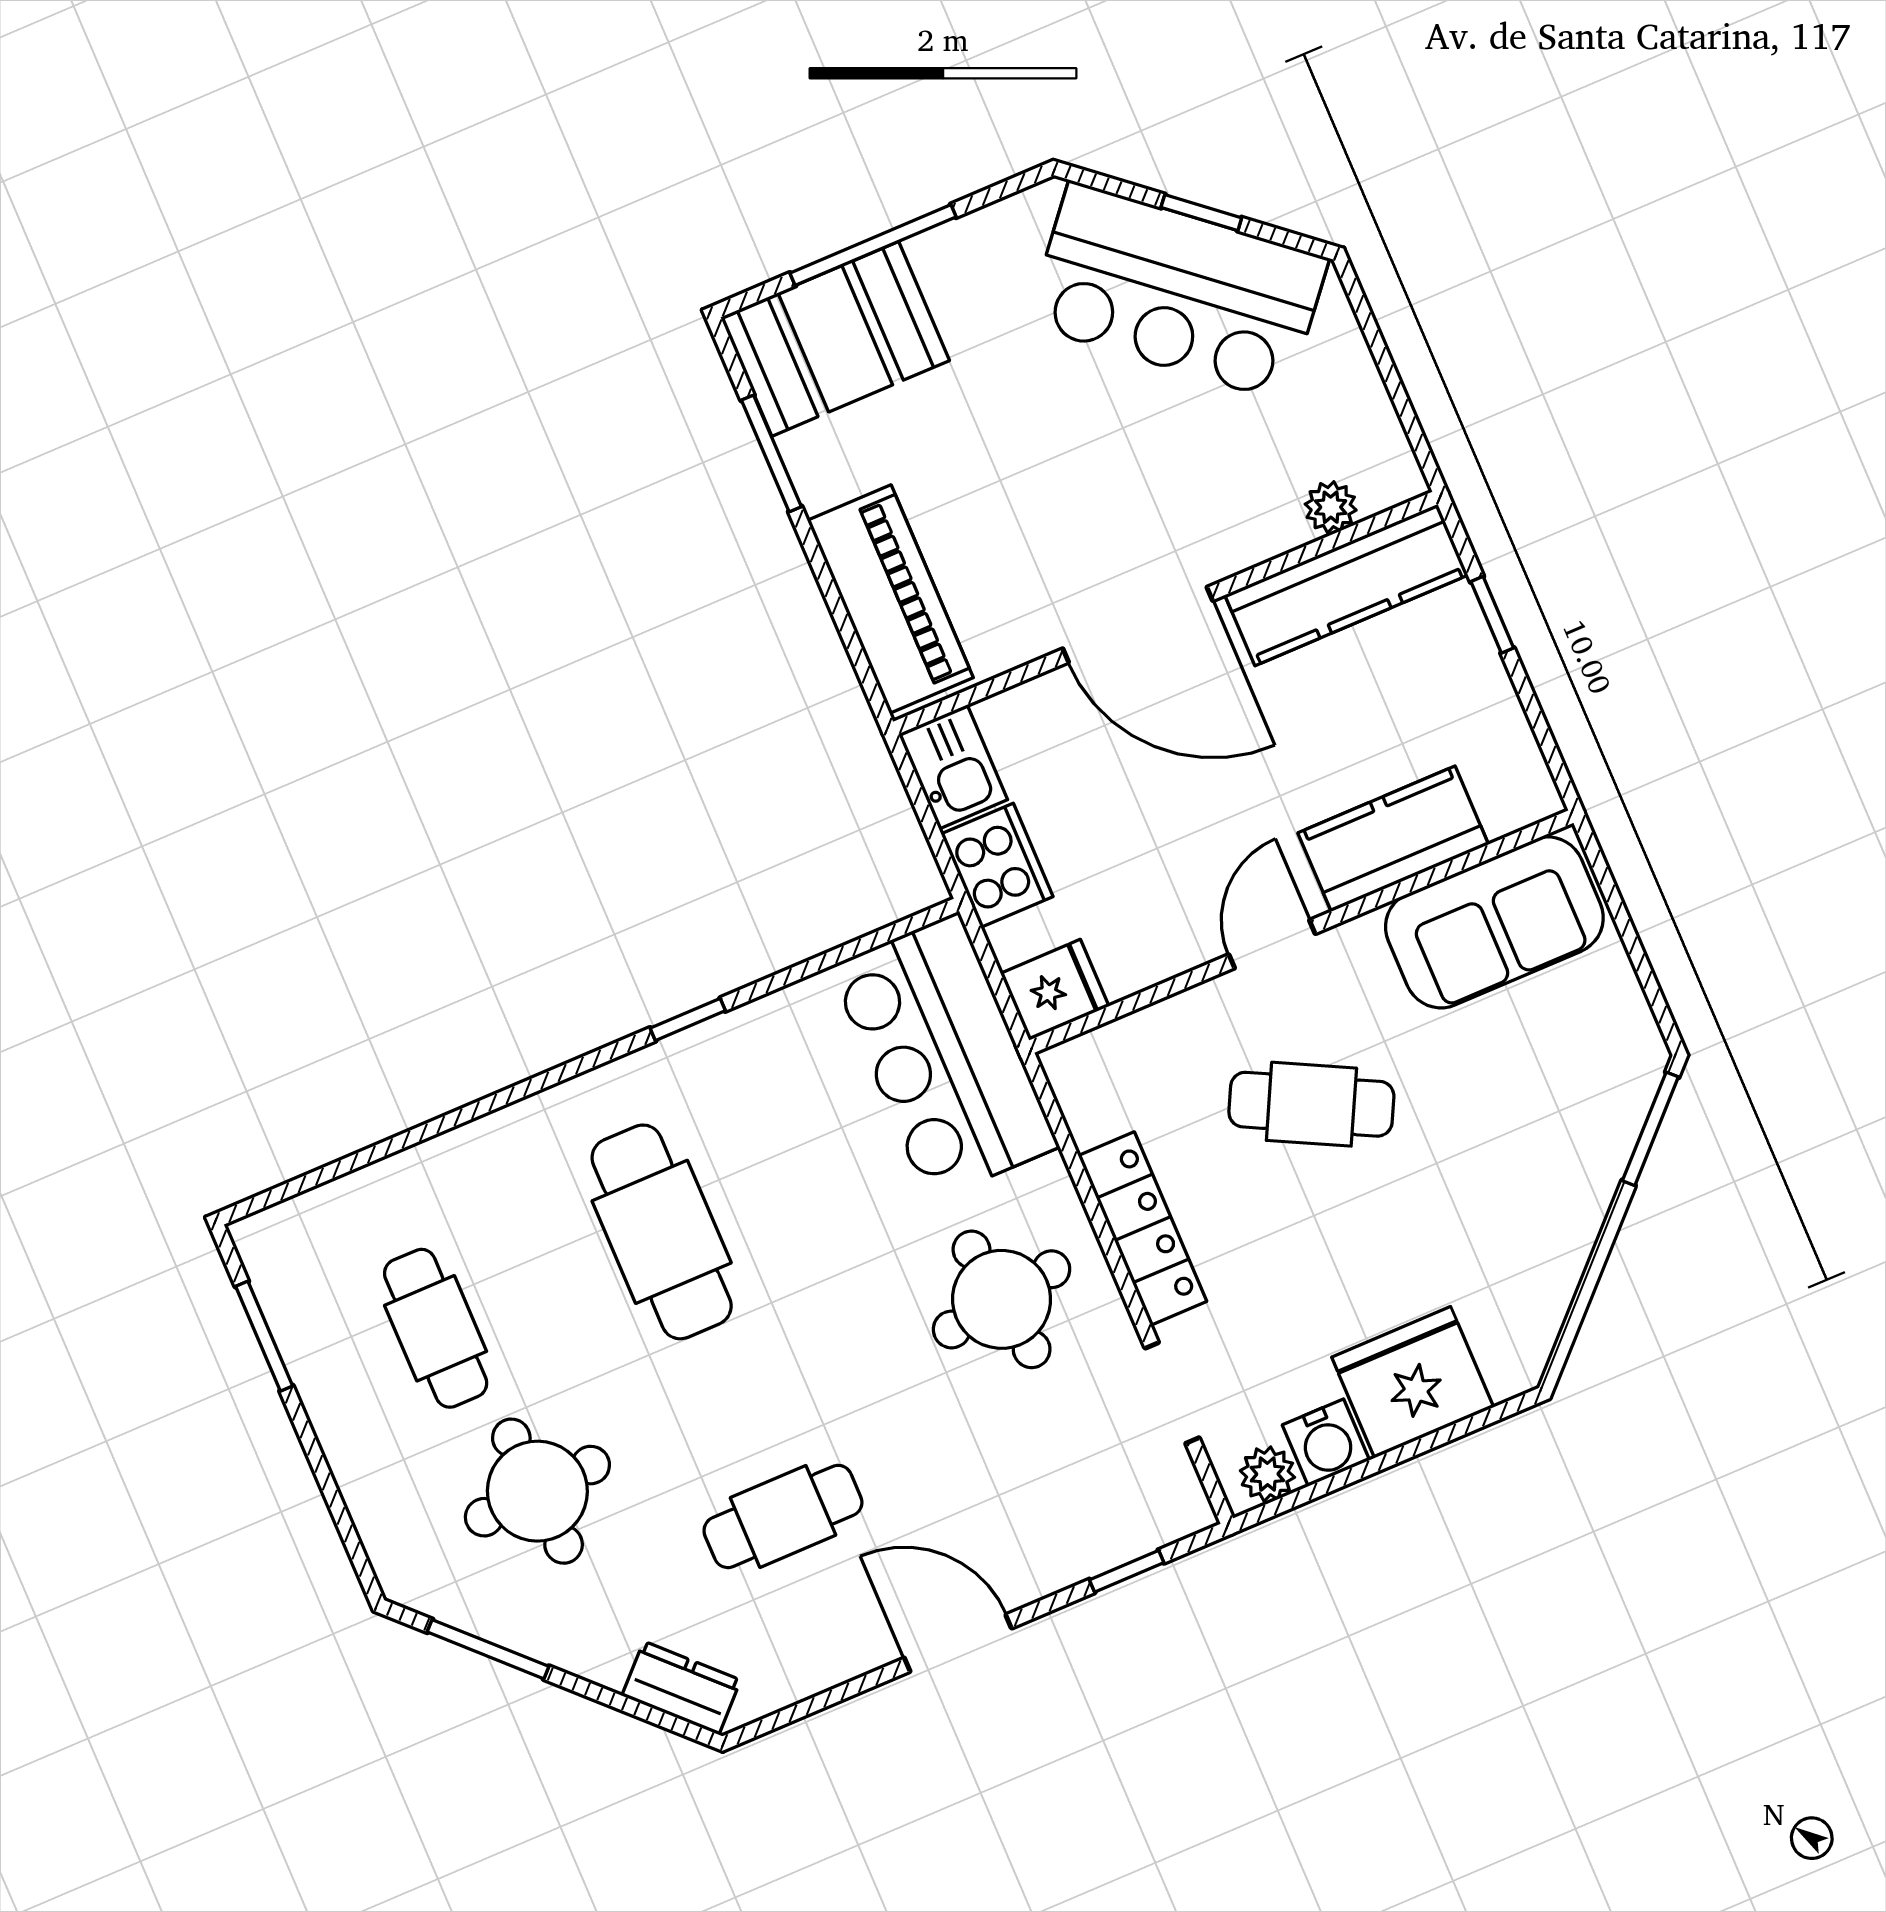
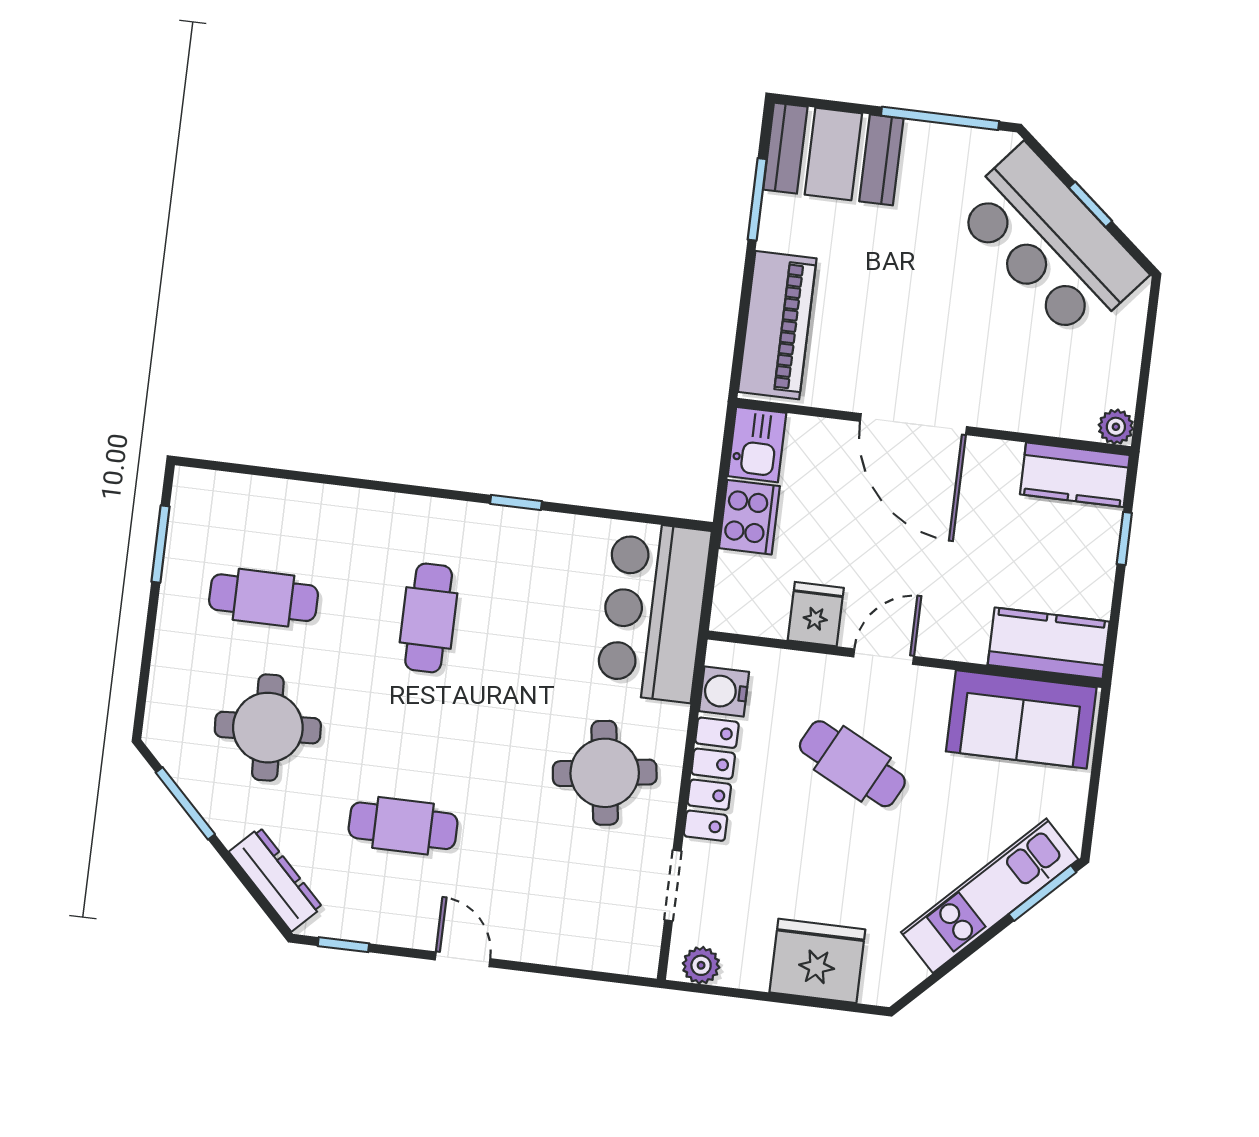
window: (873, 245) -> (940, 118), moved
plant: (1331, 507) -> (1116, 427), moved
kitchen counter: (1346, 585) -> (1075, 475), width x0.67
kitchen counter: (1393, 839) -> (1049, 643), moved
fridge: (1055, 990) -> (816, 614), moved, turned -90
kitchen unit: (1585, 1171) -> (990, 896), added
cafe table: (662, 1232) -> (429, 618), width x0.73, depth x0.74
cafe table: (436, 1328) -> (264, 598), turned 90
water cooler: (1326, 1443) -> (724, 691), moved, turned 90
window: (1127, 1571) -> (343, 945), moved
door: (958, 1643) -> (463, 959), width x0.73
dresser: (681, 1688) -> (276, 879), width x1.44

